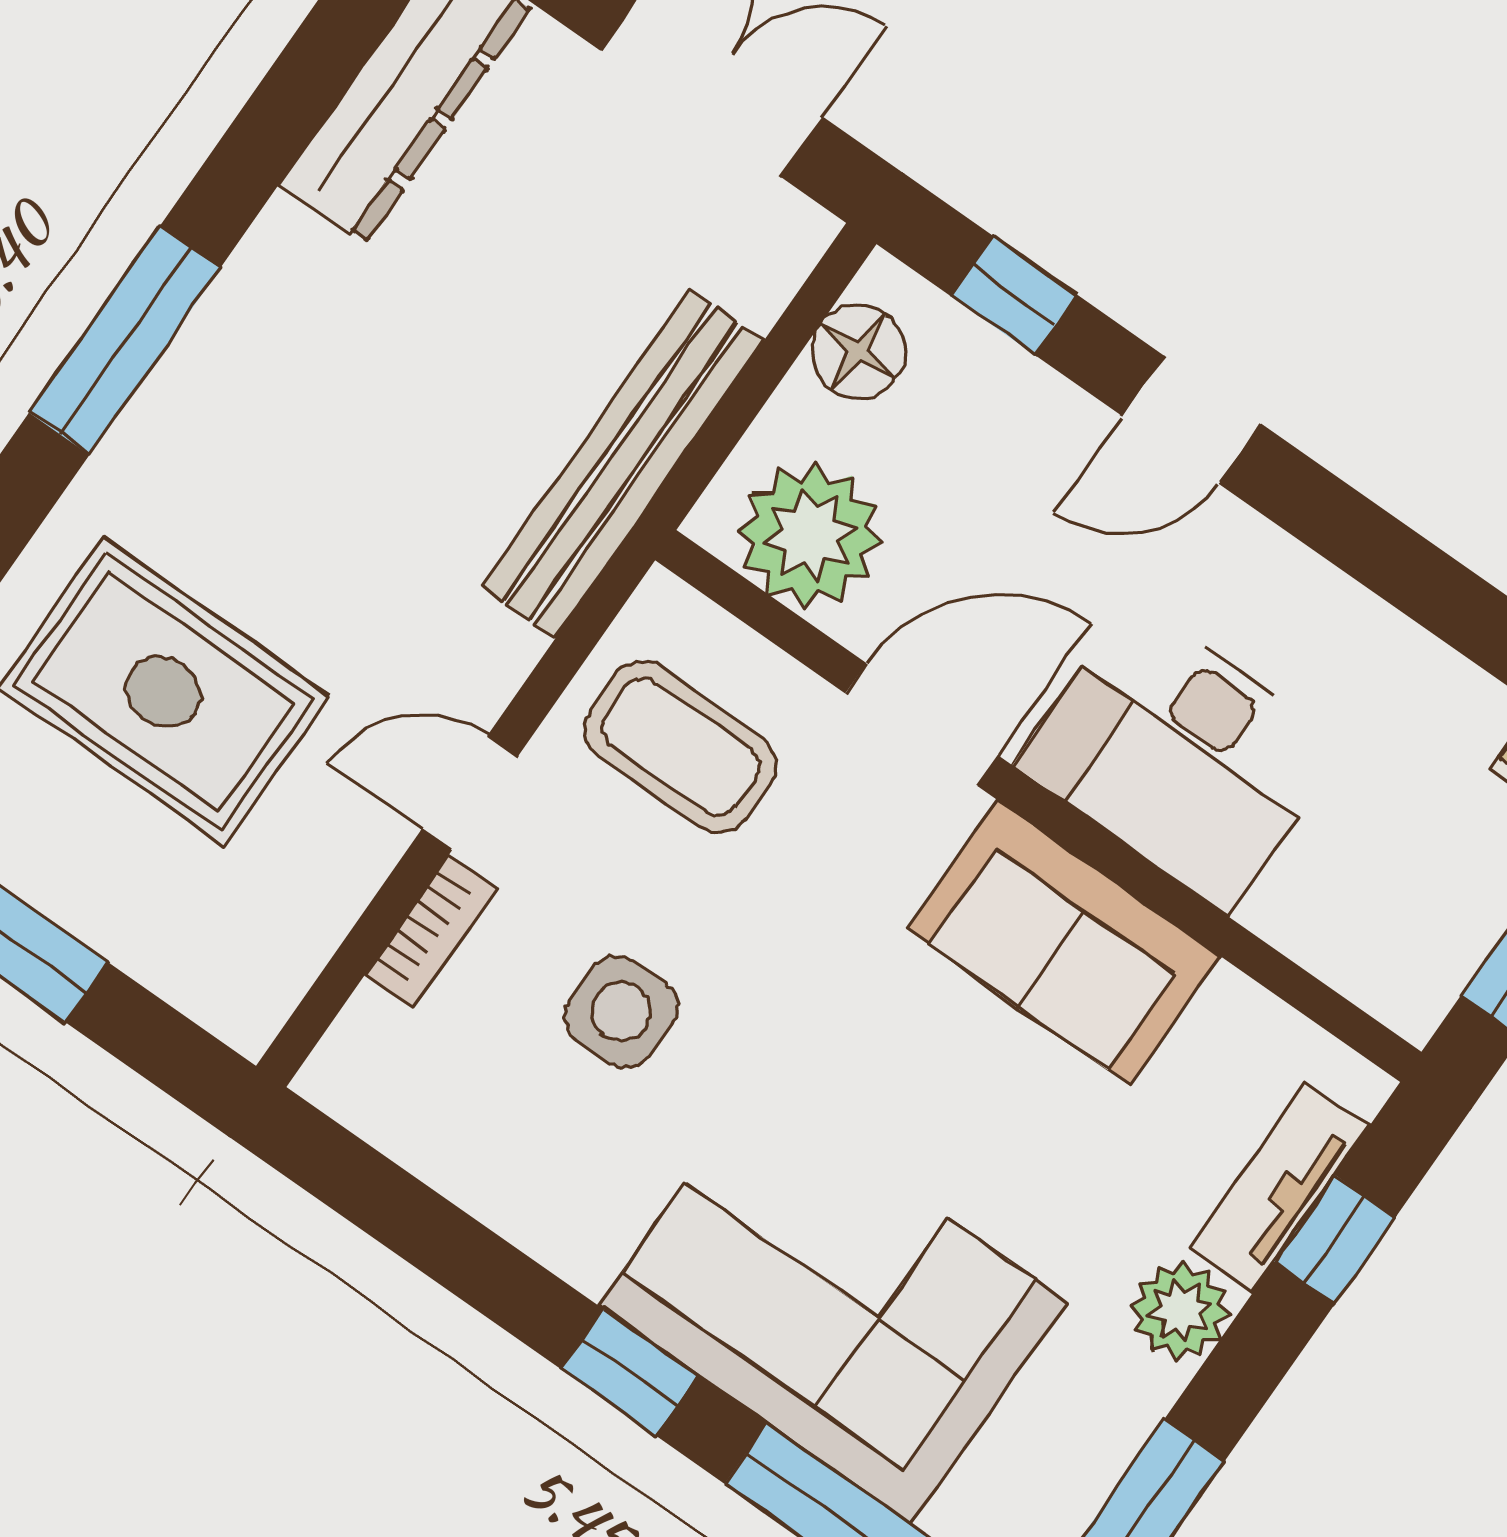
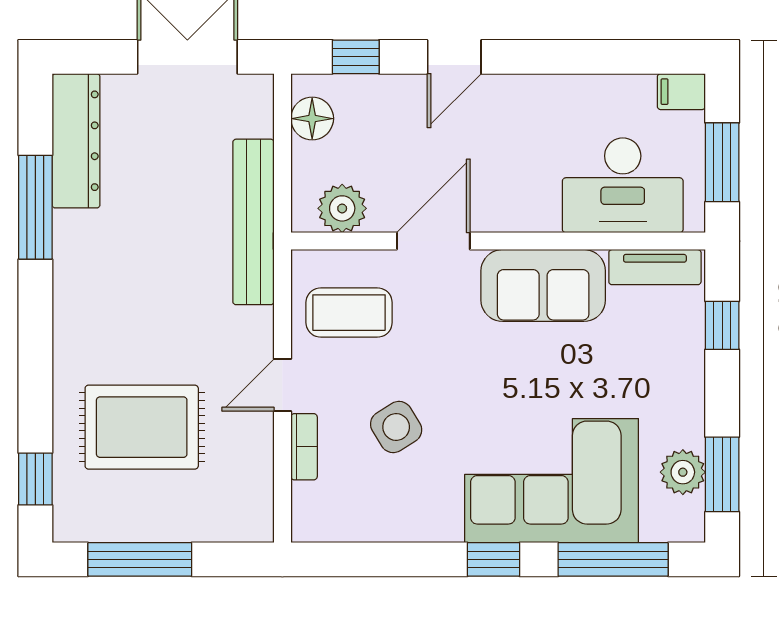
window: (125, 340) -> (35, 207), moved
plant: (810, 535) -> (342, 208), width x0.73, depth x0.73
desk: (1180, 756) -> (623, 185), moved
side table: (621, 1012) -> (396, 427), turned -32
tv unit: (1279, 1187) -> (655, 267), moved, turned -90
plant: (1180, 1311) -> (683, 472), moved

